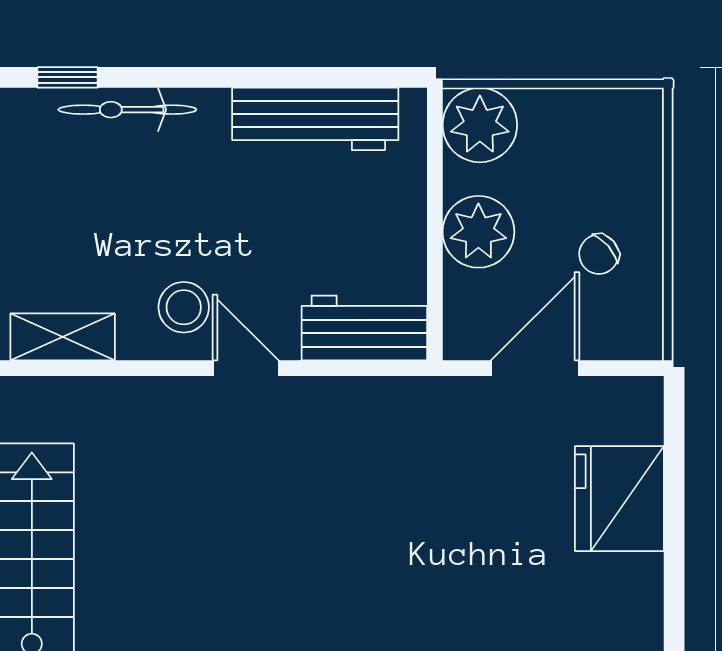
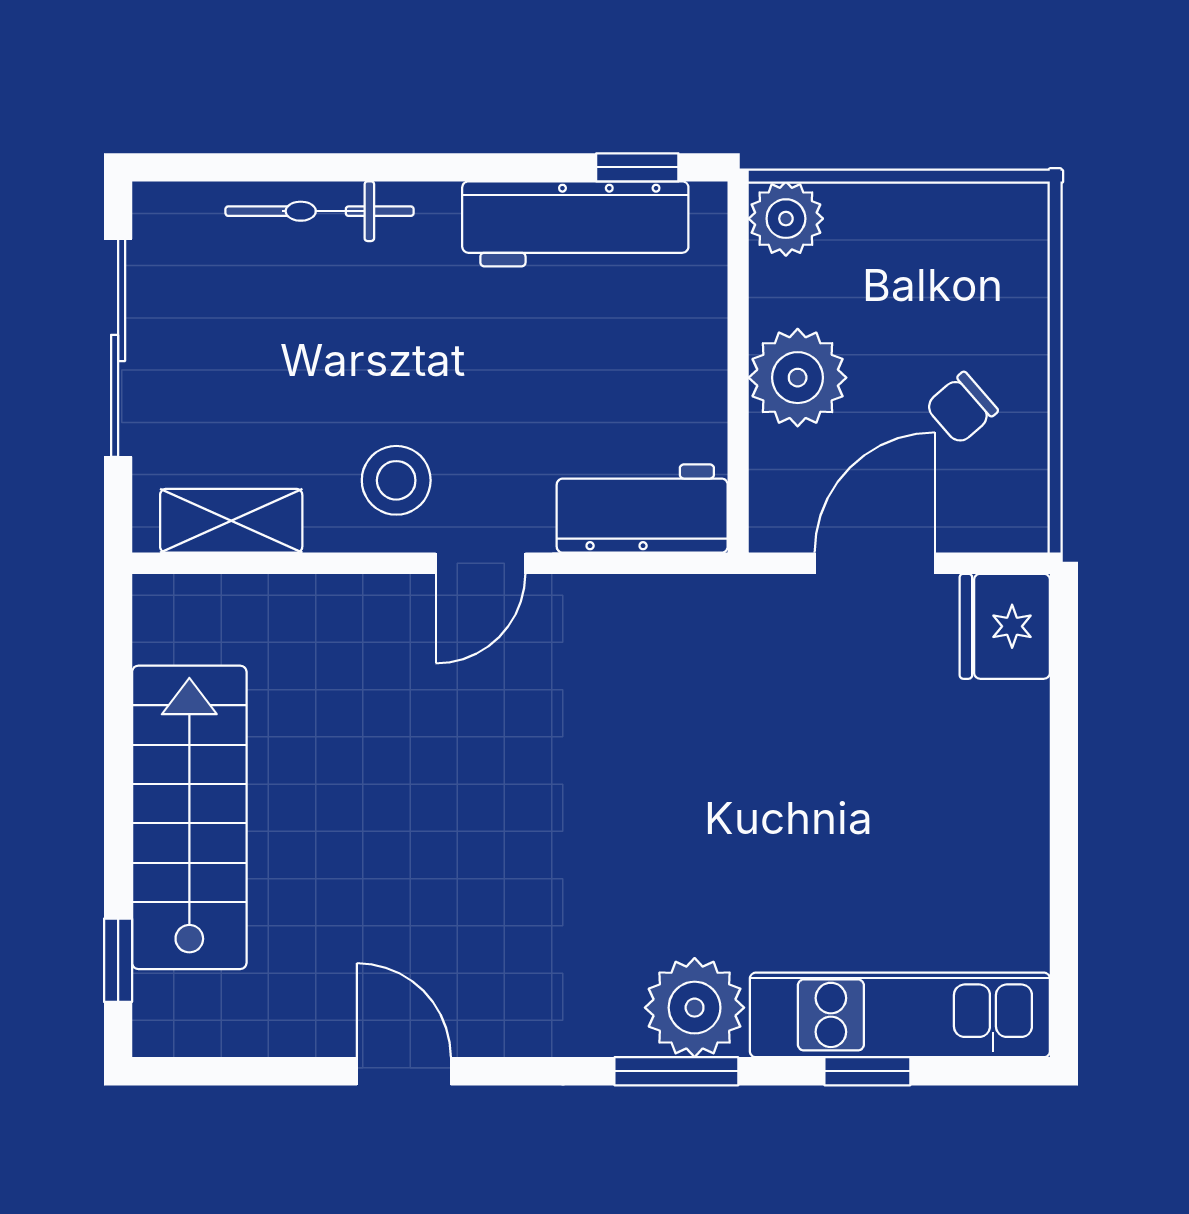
window: (68, 77) -> (637, 167), moved
plant: (480, 125) -> (786, 219), width x0.73, depth x0.73
door: (246, 368) -> (480, 563), swing flipped
fridge: (619, 499) -> (1005, 626), moved, width x0.73, depth x0.75

